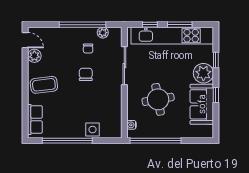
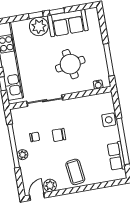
plant: (103, 33) -> (23, 155), moved
window: (216, 60) -> (36, 15), moved
row of seats: (35, 119) -> (116, 156), moved, turned -90
window: (156, 141) -> (109, 60), width x0.68

